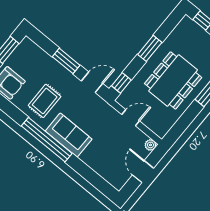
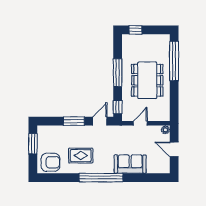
window: (150, 48) -> (118, 73), width x1.44
rug: (45, 101) -> (81, 156), turned 90
sofa: (69, 135) -> (130, 164), moved

